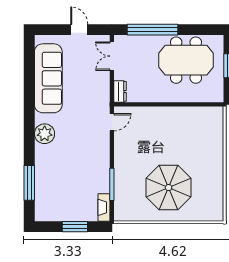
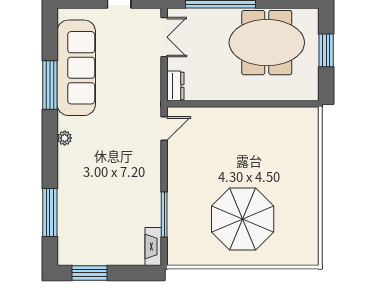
double door: (112, 56) -> (164, 37), swing flipped
window: (29, 91) -> (50, 85), added
plant: (45, 134) -> (65, 138), width x0.53, depth x0.53
window: (75, 227) -> (89, 273), moved

